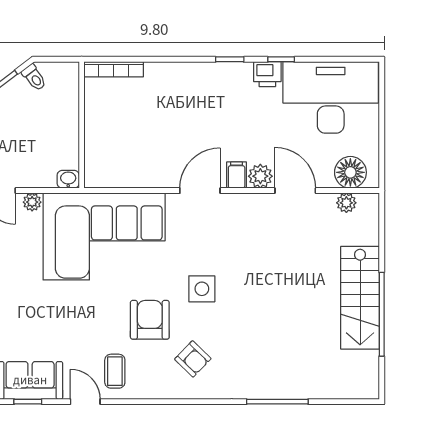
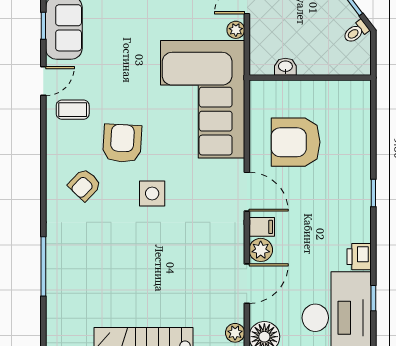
window: (230, 59) -> (373, 193), moved
window: (281, 59) -> (373, 298), moved
bookcase: (114, 69) -> (364, 109), removed
armchair: (149, 140) -> (296, 142), added
washbasin: (68, 179) -> (285, 67), moved, turned -90
armchair: (150, 320) -> (122, 143), turned -87

